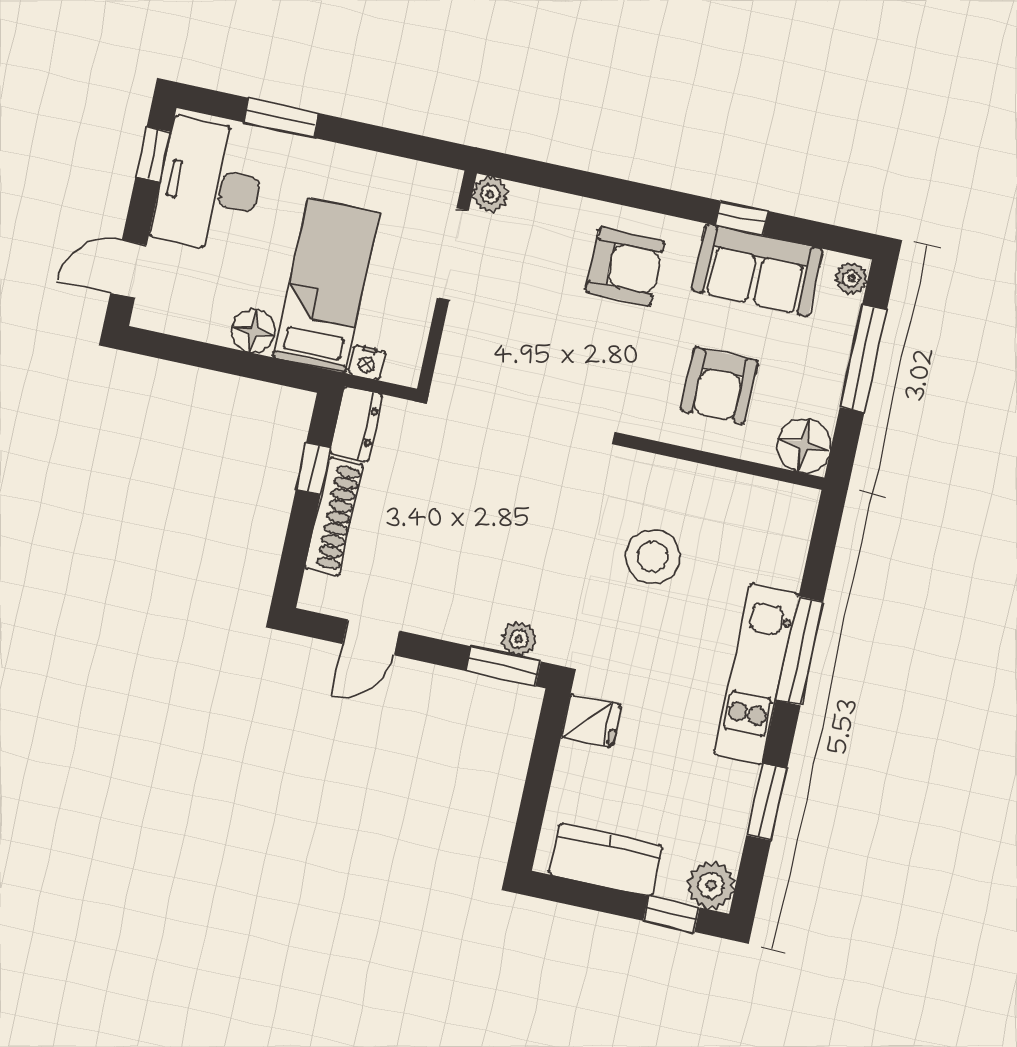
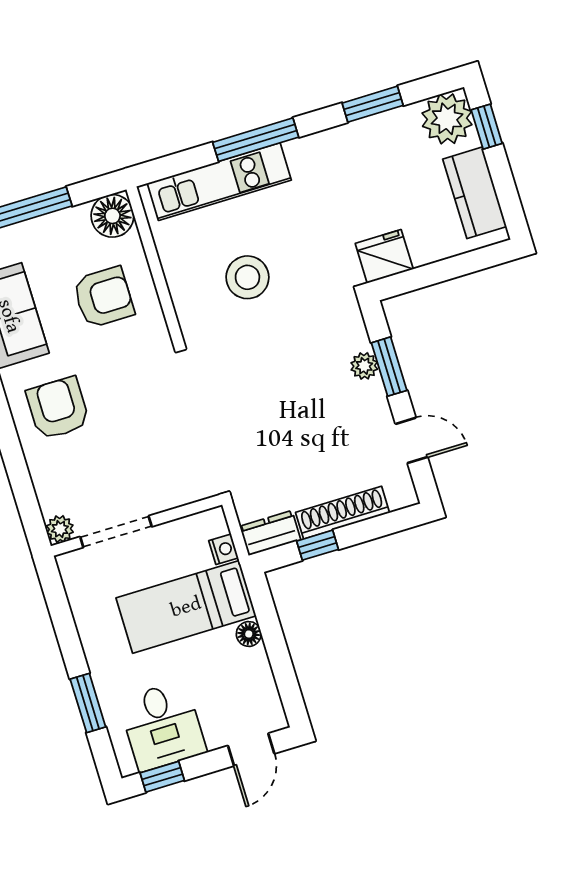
desk: (209, 186) -> (162, 726), width x0.73
door: (128, 269) -> (251, 750), hinge flipped
floor lamp: (253, 331) -> (249, 634), width x0.73, depth x0.73
plant: (519, 639) -> (364, 366), moved
window: (503, 666) -> (389, 367), moved
kitchen unit: (756, 674) -> (219, 182), moved
fridge: (591, 721) -> (384, 256), width x1.38
plant: (711, 885) -> (447, 119), width x1.36, depth x1.36

